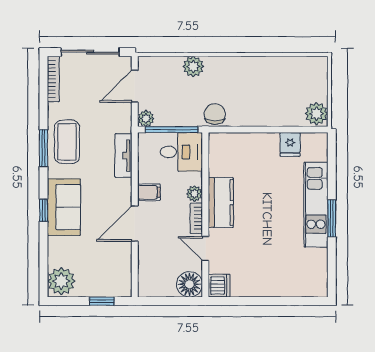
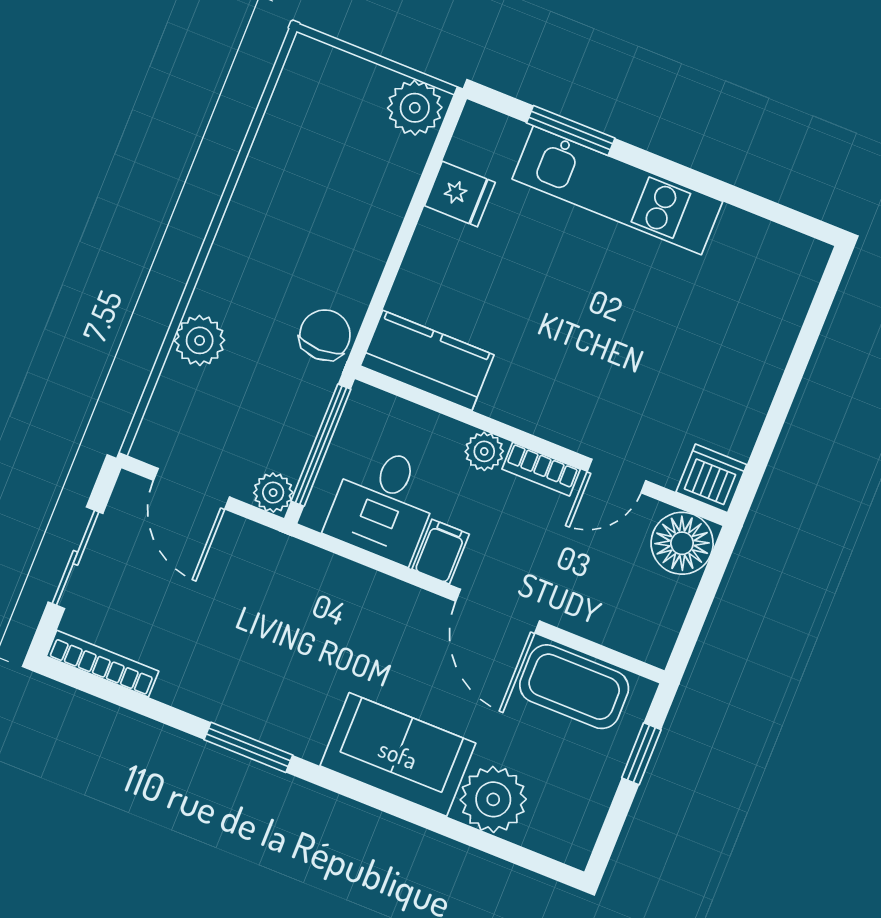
sliding door: (90, 52) -> (75, 558), width x0.73
chair: (215, 114) -> (325, 335), turned 90
coffee table: (67, 142) -> (574, 687), moved
desk: (181, 152) -> (384, 504), moved, turned 180
tv unit: (123, 156) -> (336, 576), removed
kitchen counter: (221, 203) -> (427, 360), moved
window: (44, 210) -> (387, 803), removed
window: (332, 218) -> (571, 131), moved
plant: (61, 281) -> (493, 799), moved

